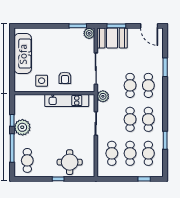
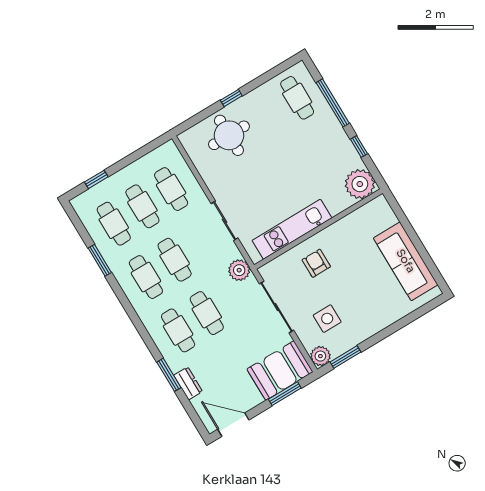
dresser: (159, 58) -> (188, 383), added
side table: (42, 81) -> (327, 319), moved
plant: (22, 127) -> (360, 184), moved

